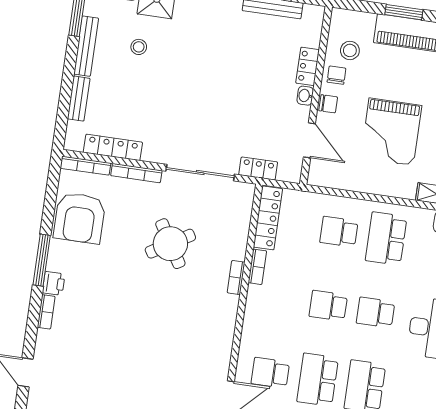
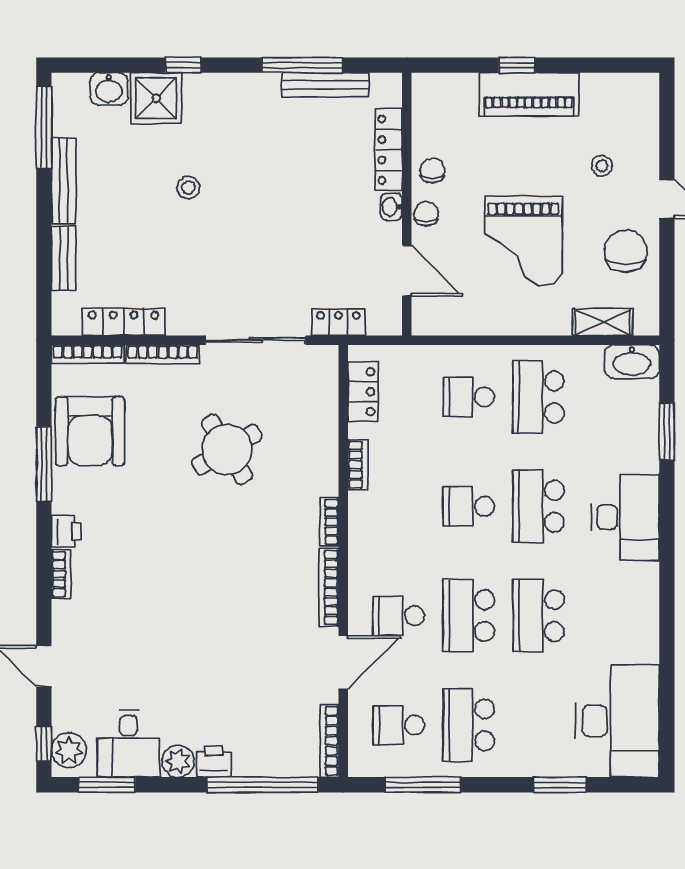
window: (404, 12) -> (517, 65), width x0.67
stool: (139, 47) -> (188, 187), moved
stool: (350, 50) -> (447, 132), removed
locker: (308, 66) -> (389, 150), width x1.53
chair: (328, 104) -> (426, 214), turned -90
locker: (268, 218) -> (363, 392), width x0.66
window: (42, 260) -> (44, 464), moved
bookcase: (236, 277) -> (329, 522), moved
school desk: (376, 312) -> (538, 506), width x1.85
bookcase: (226, 347) -> (329, 588), added

